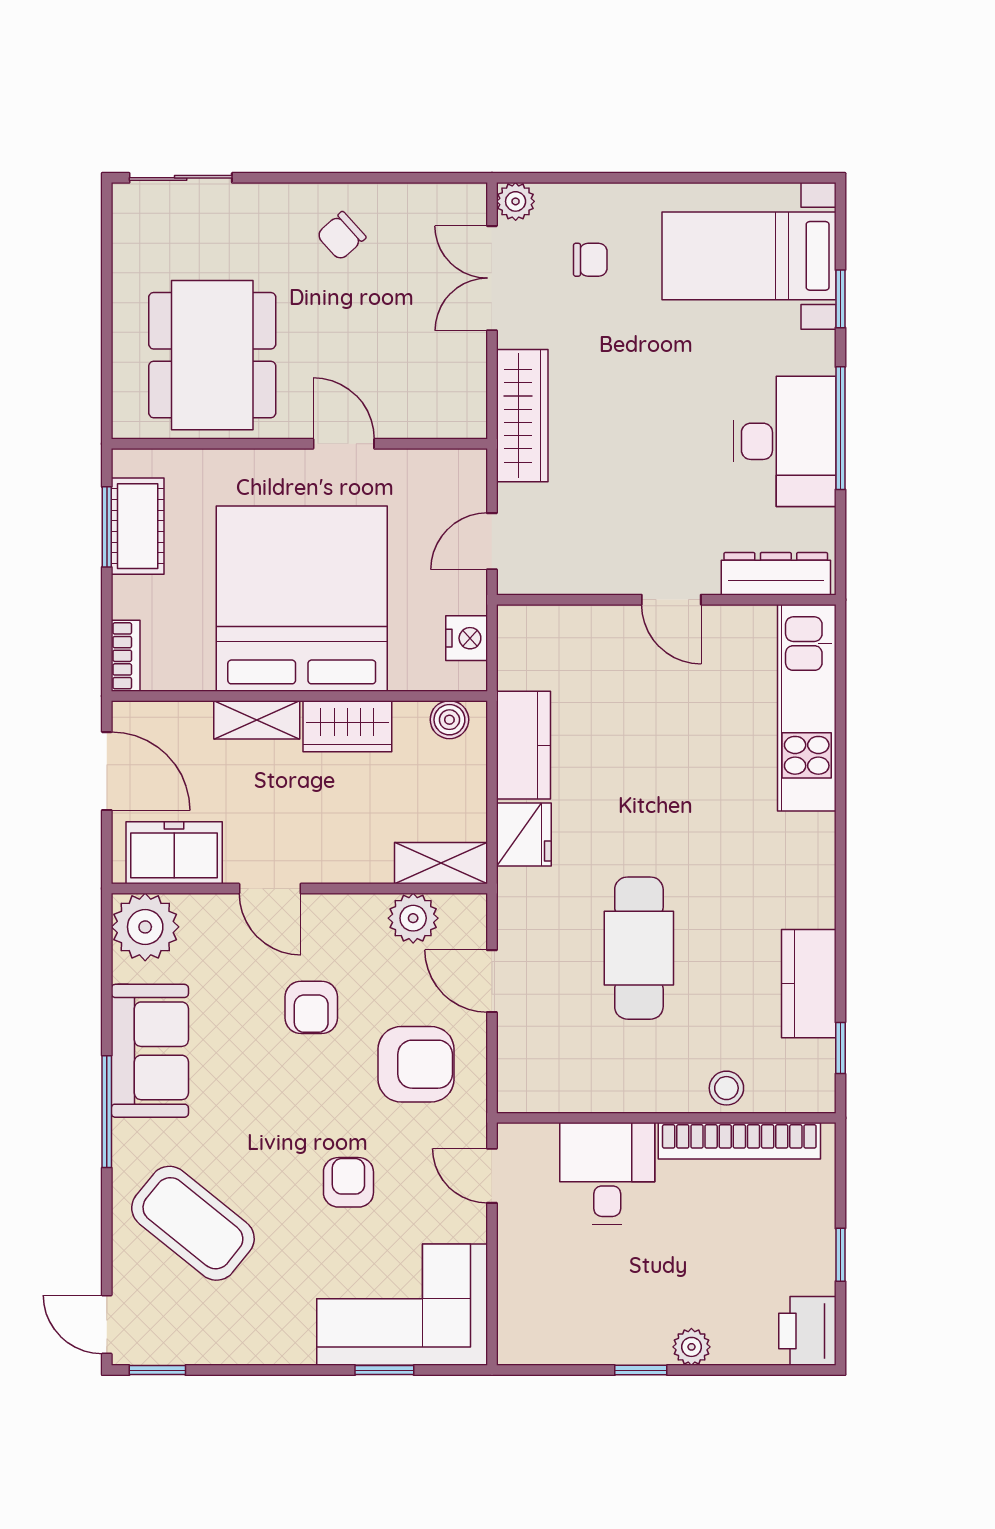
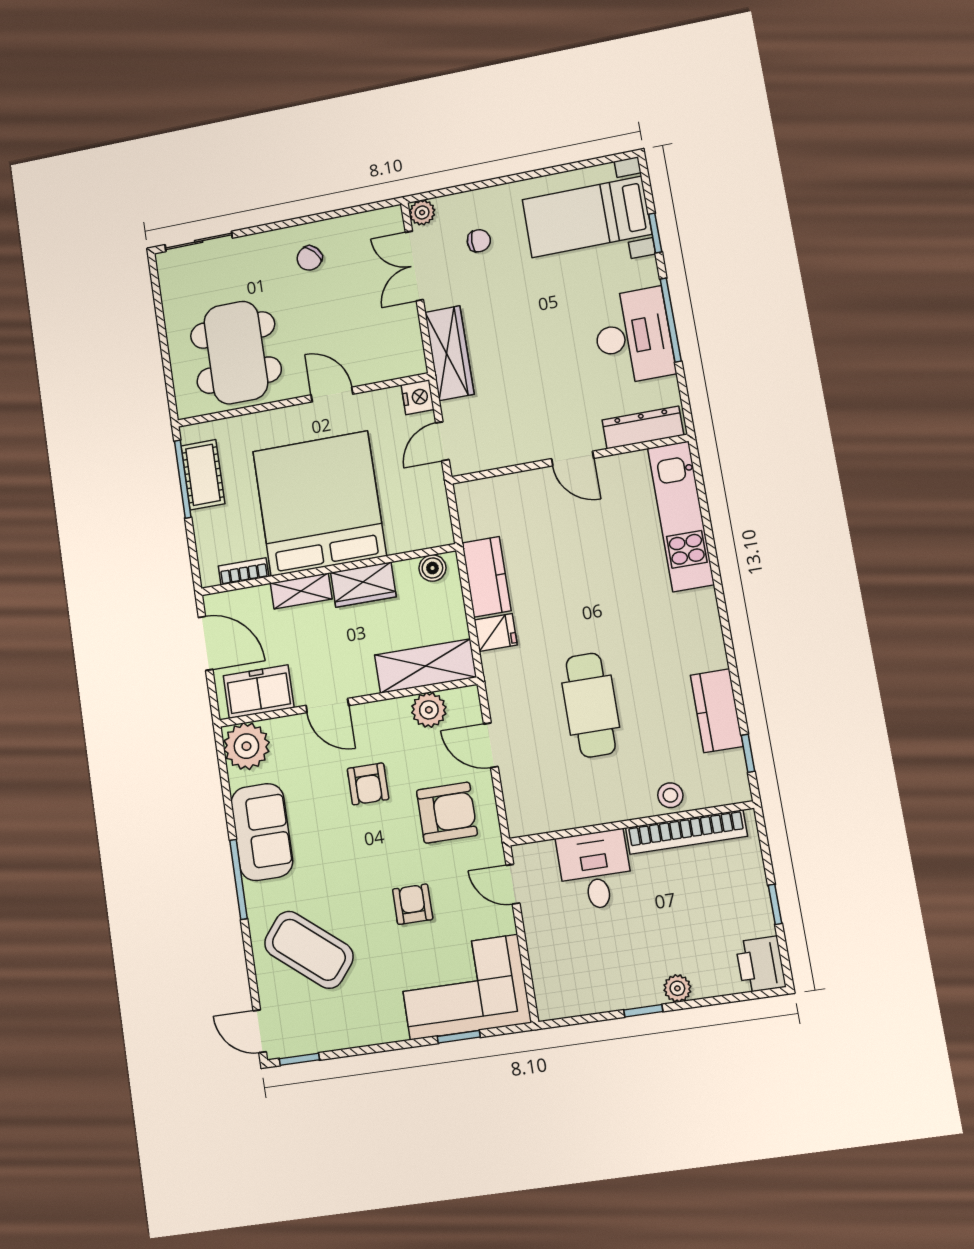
window: (107, 527) -> (183, 479), width x1.44
nightstand: (467, 638) -> (418, 397), moved
bookcase: (126, 656) -> (244, 571), moved, turned -90
fridge: (524, 834) -> (496, 632), width x0.72
shelving: (441, 863) -> (425, 666), width x1.50, depth x1.33

